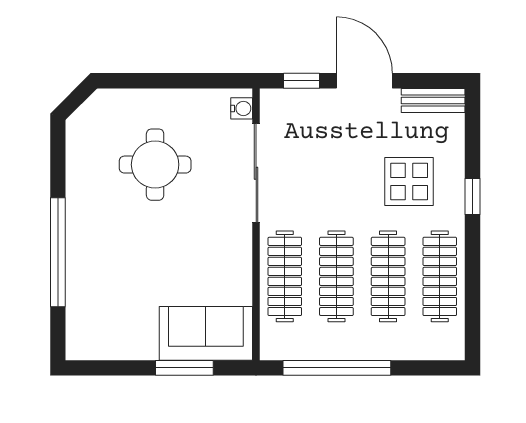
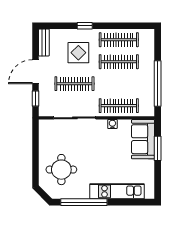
water cooler: (242, 108) -> (112, 124), moved
round table: (155, 165) -> (61, 170), moved
window: (58, 252) -> (84, 202), moved
kitchen unit: (83, 272) -> (117, 191), added
clothes rail: (336, 276) -> (74, 84), moved

